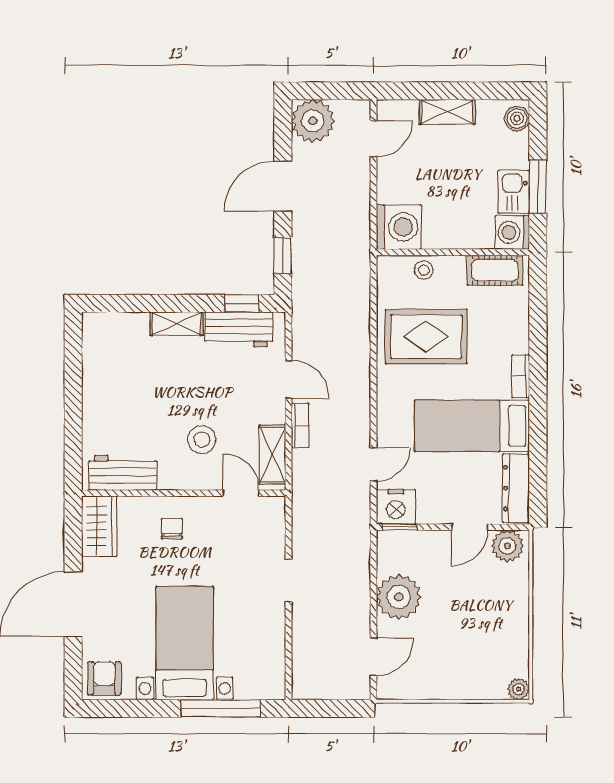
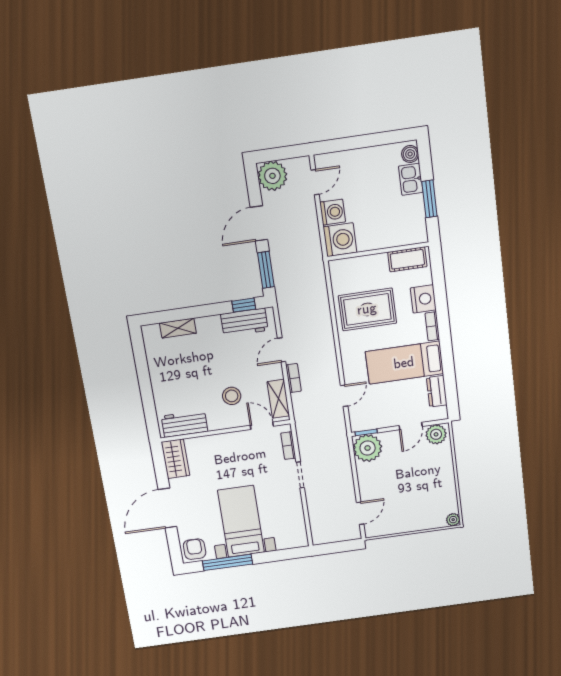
shelving: (447, 112) -> (362, 156), removed
kitchen sink: (514, 192) -> (411, 179), moved
washing machine: (512, 232) -> (333, 212), moved, turned 180
window: (283, 255) -> (266, 270), width x1.50
stool: (424, 270) -> (360, 266), removed
shelving: (176, 324) -> (178, 328), moved
door: (289, 379) -> (282, 350), swing flipped
dresser: (516, 488) -> (437, 391), width x0.70
nightstand: (396, 507) -> (423, 299), moved, turned -90
chair: (172, 529) -> (222, 454), removed
bookcase: (277, 531) -> (288, 446), added
plant: (399, 597) -> (368, 448), moved
window: (221, 708) -> (227, 562), moved

